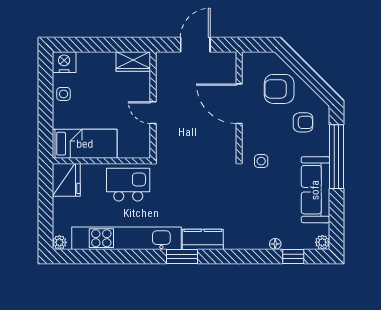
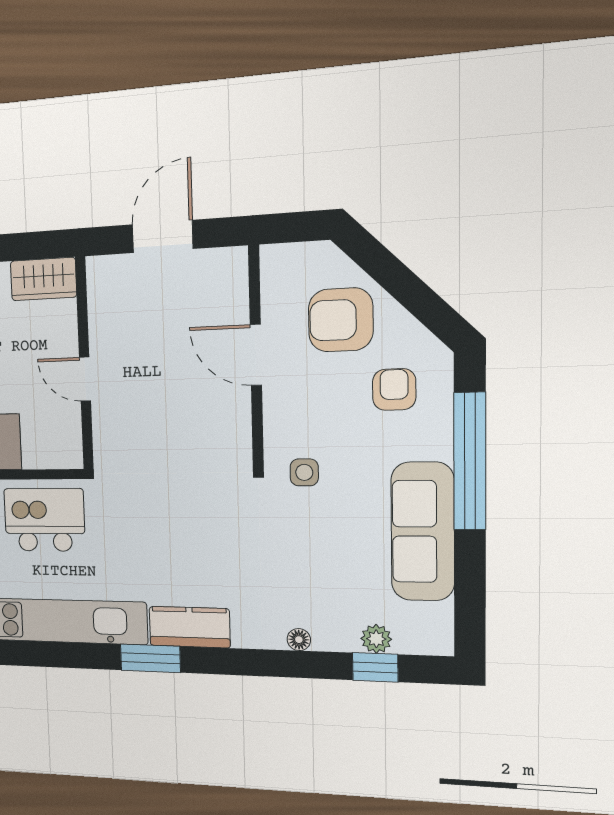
door: (239, 104) -> (256, 355), width x0.73
armchair: (303, 122) -> (394, 389), turned -90
plant: (322, 242) -> (376, 639), moved
floor lamp: (275, 244) -> (299, 640), moved

